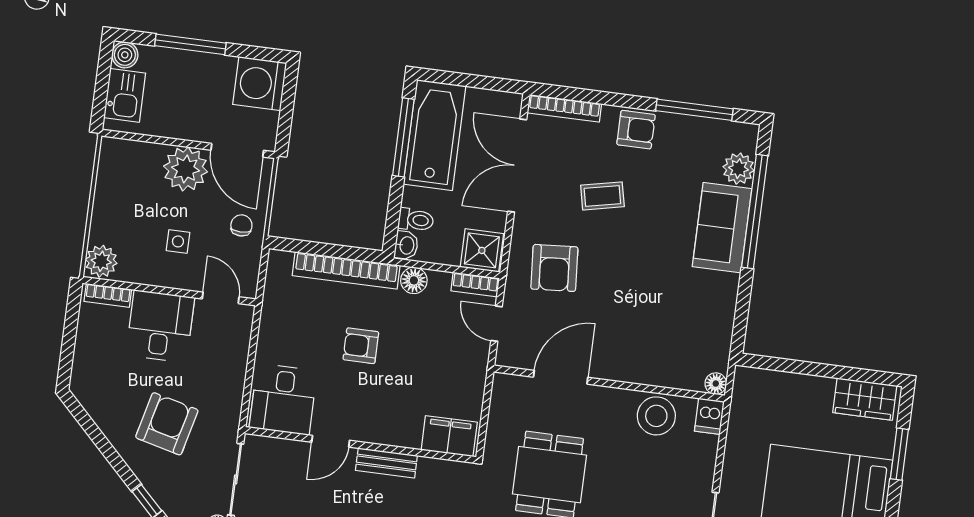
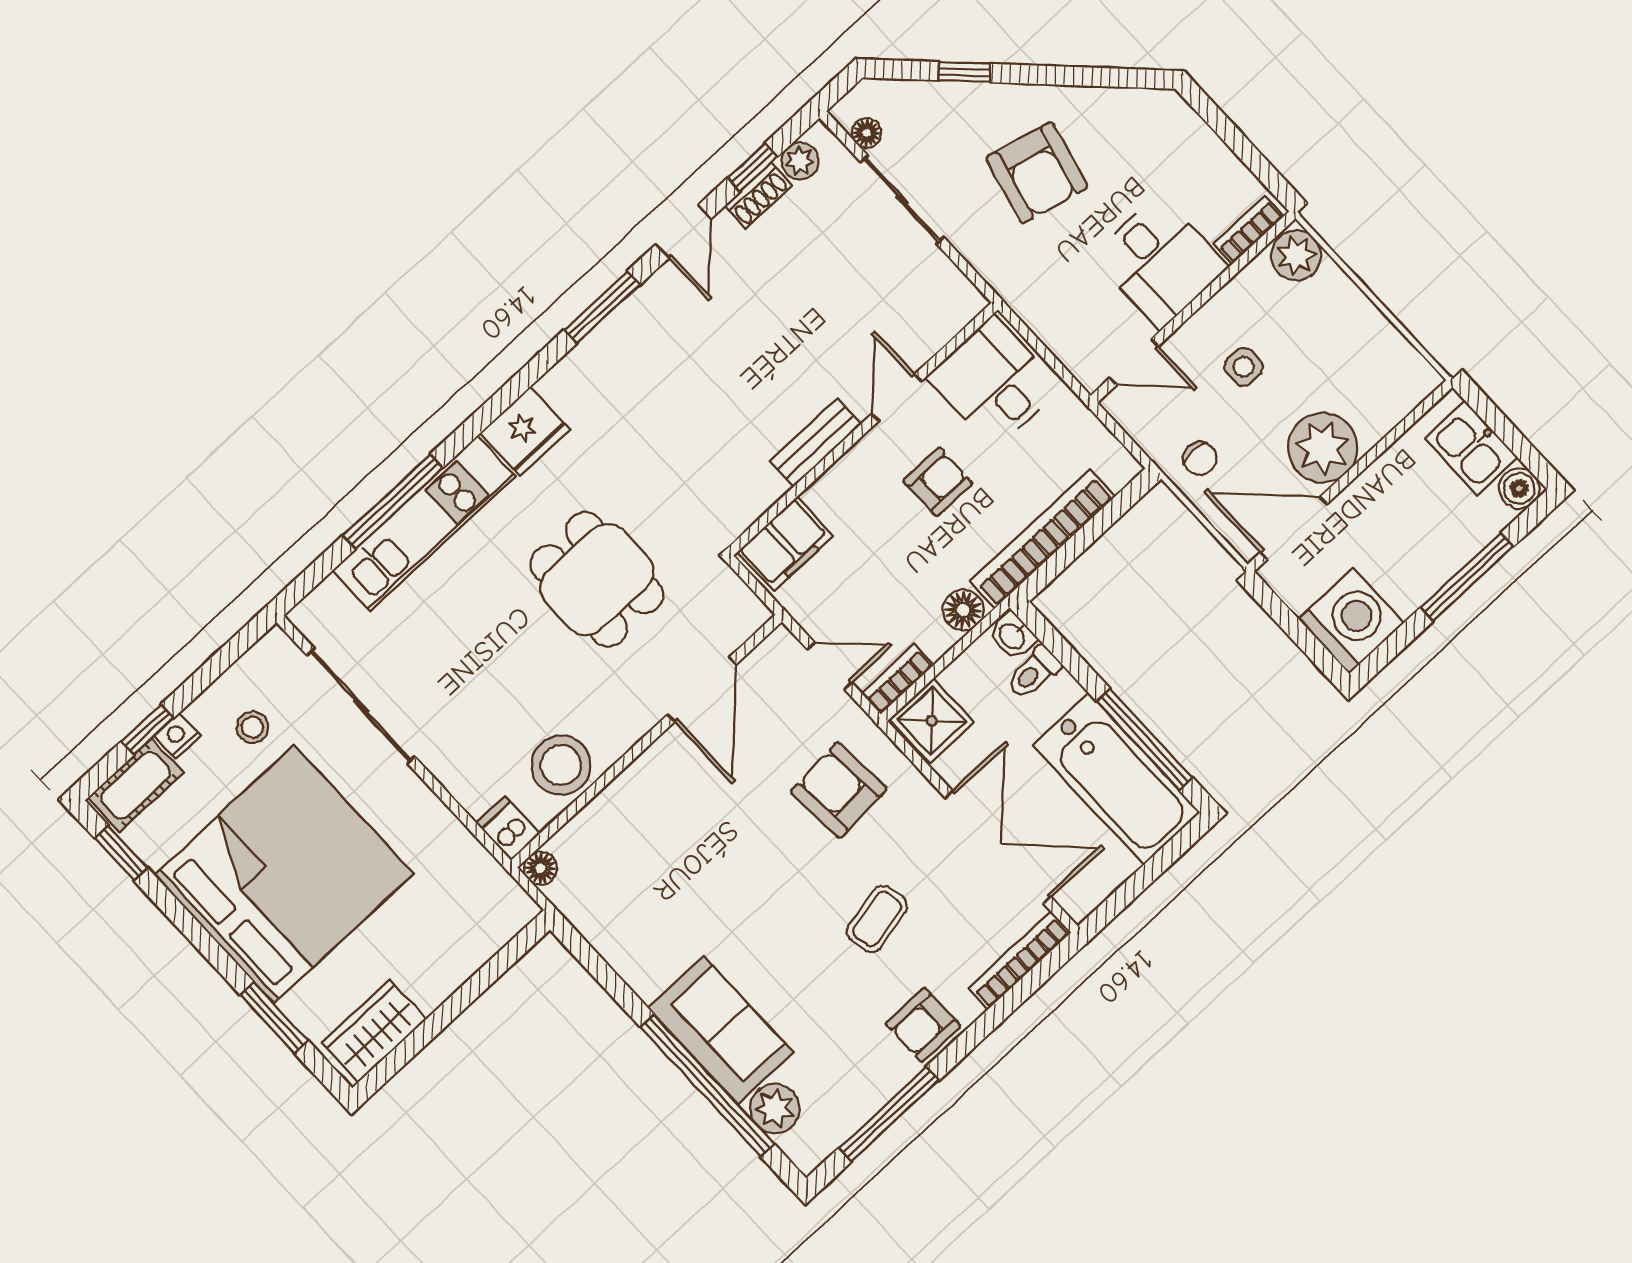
desk: (283, 399) -> (994, 382), moved
filing cabinet: (449, 436) -> (785, 544), moved
door: (331, 441) -> (897, 397), moved
wall: (360, 445) -> (863, 429), moved
bench: (386, 463) -> (816, 443), moved

